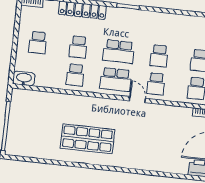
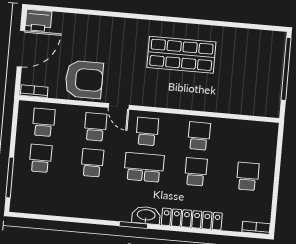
washbasin: (24, 78) -> (146, 215), moved, turned 180
school desk: (116, 79) -> (147, 131), width x0.54
armchair: (164, 121) -> (84, 80), added

